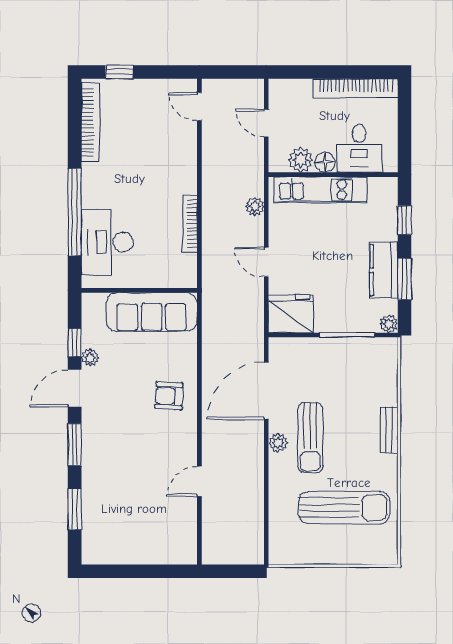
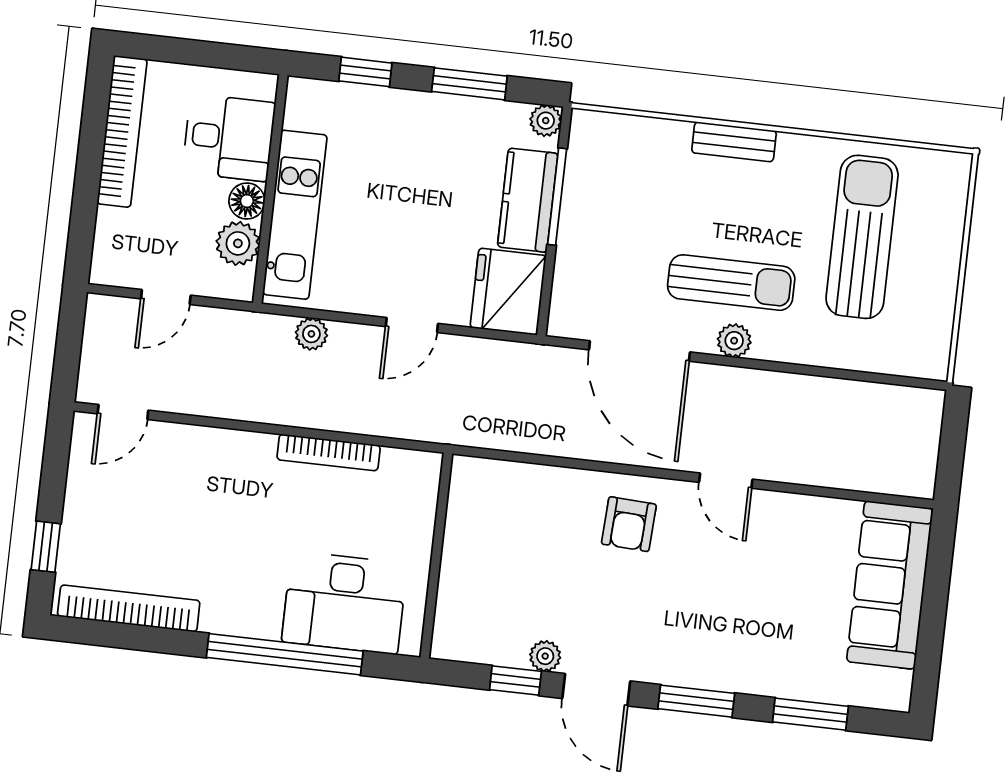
kitchen counter: (384, 270) -> (528, 200), moved, turned 90
sofa: (152, 312) -> (890, 585), moved, turned 180
door: (199, 481) -> (726, 481), moved

